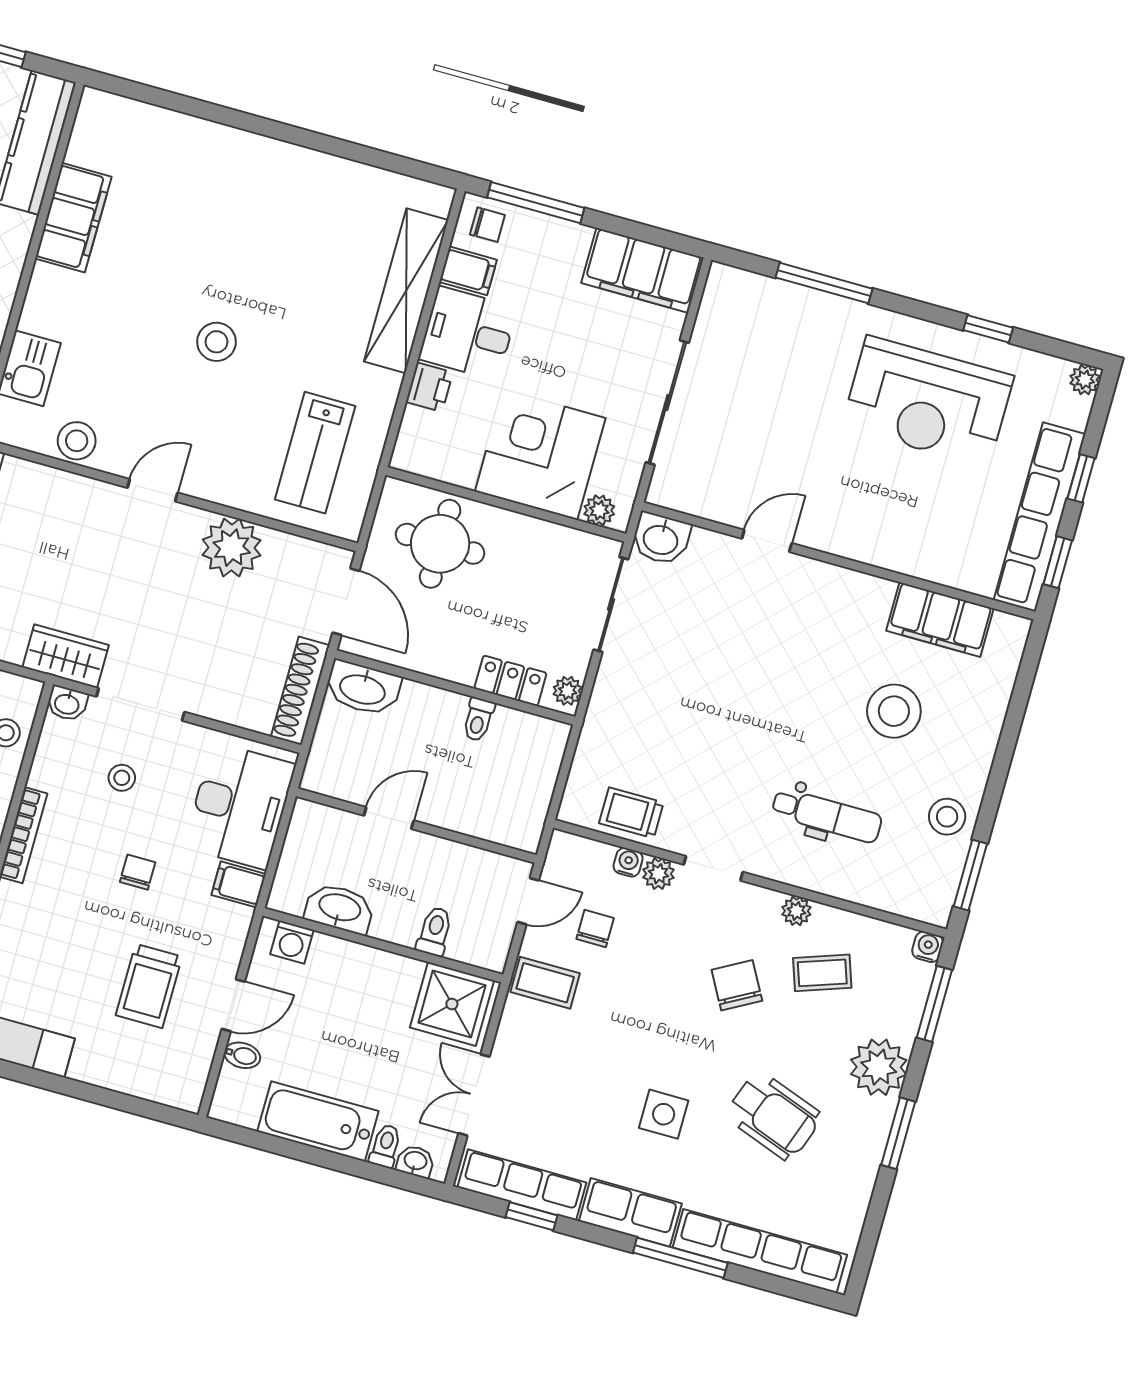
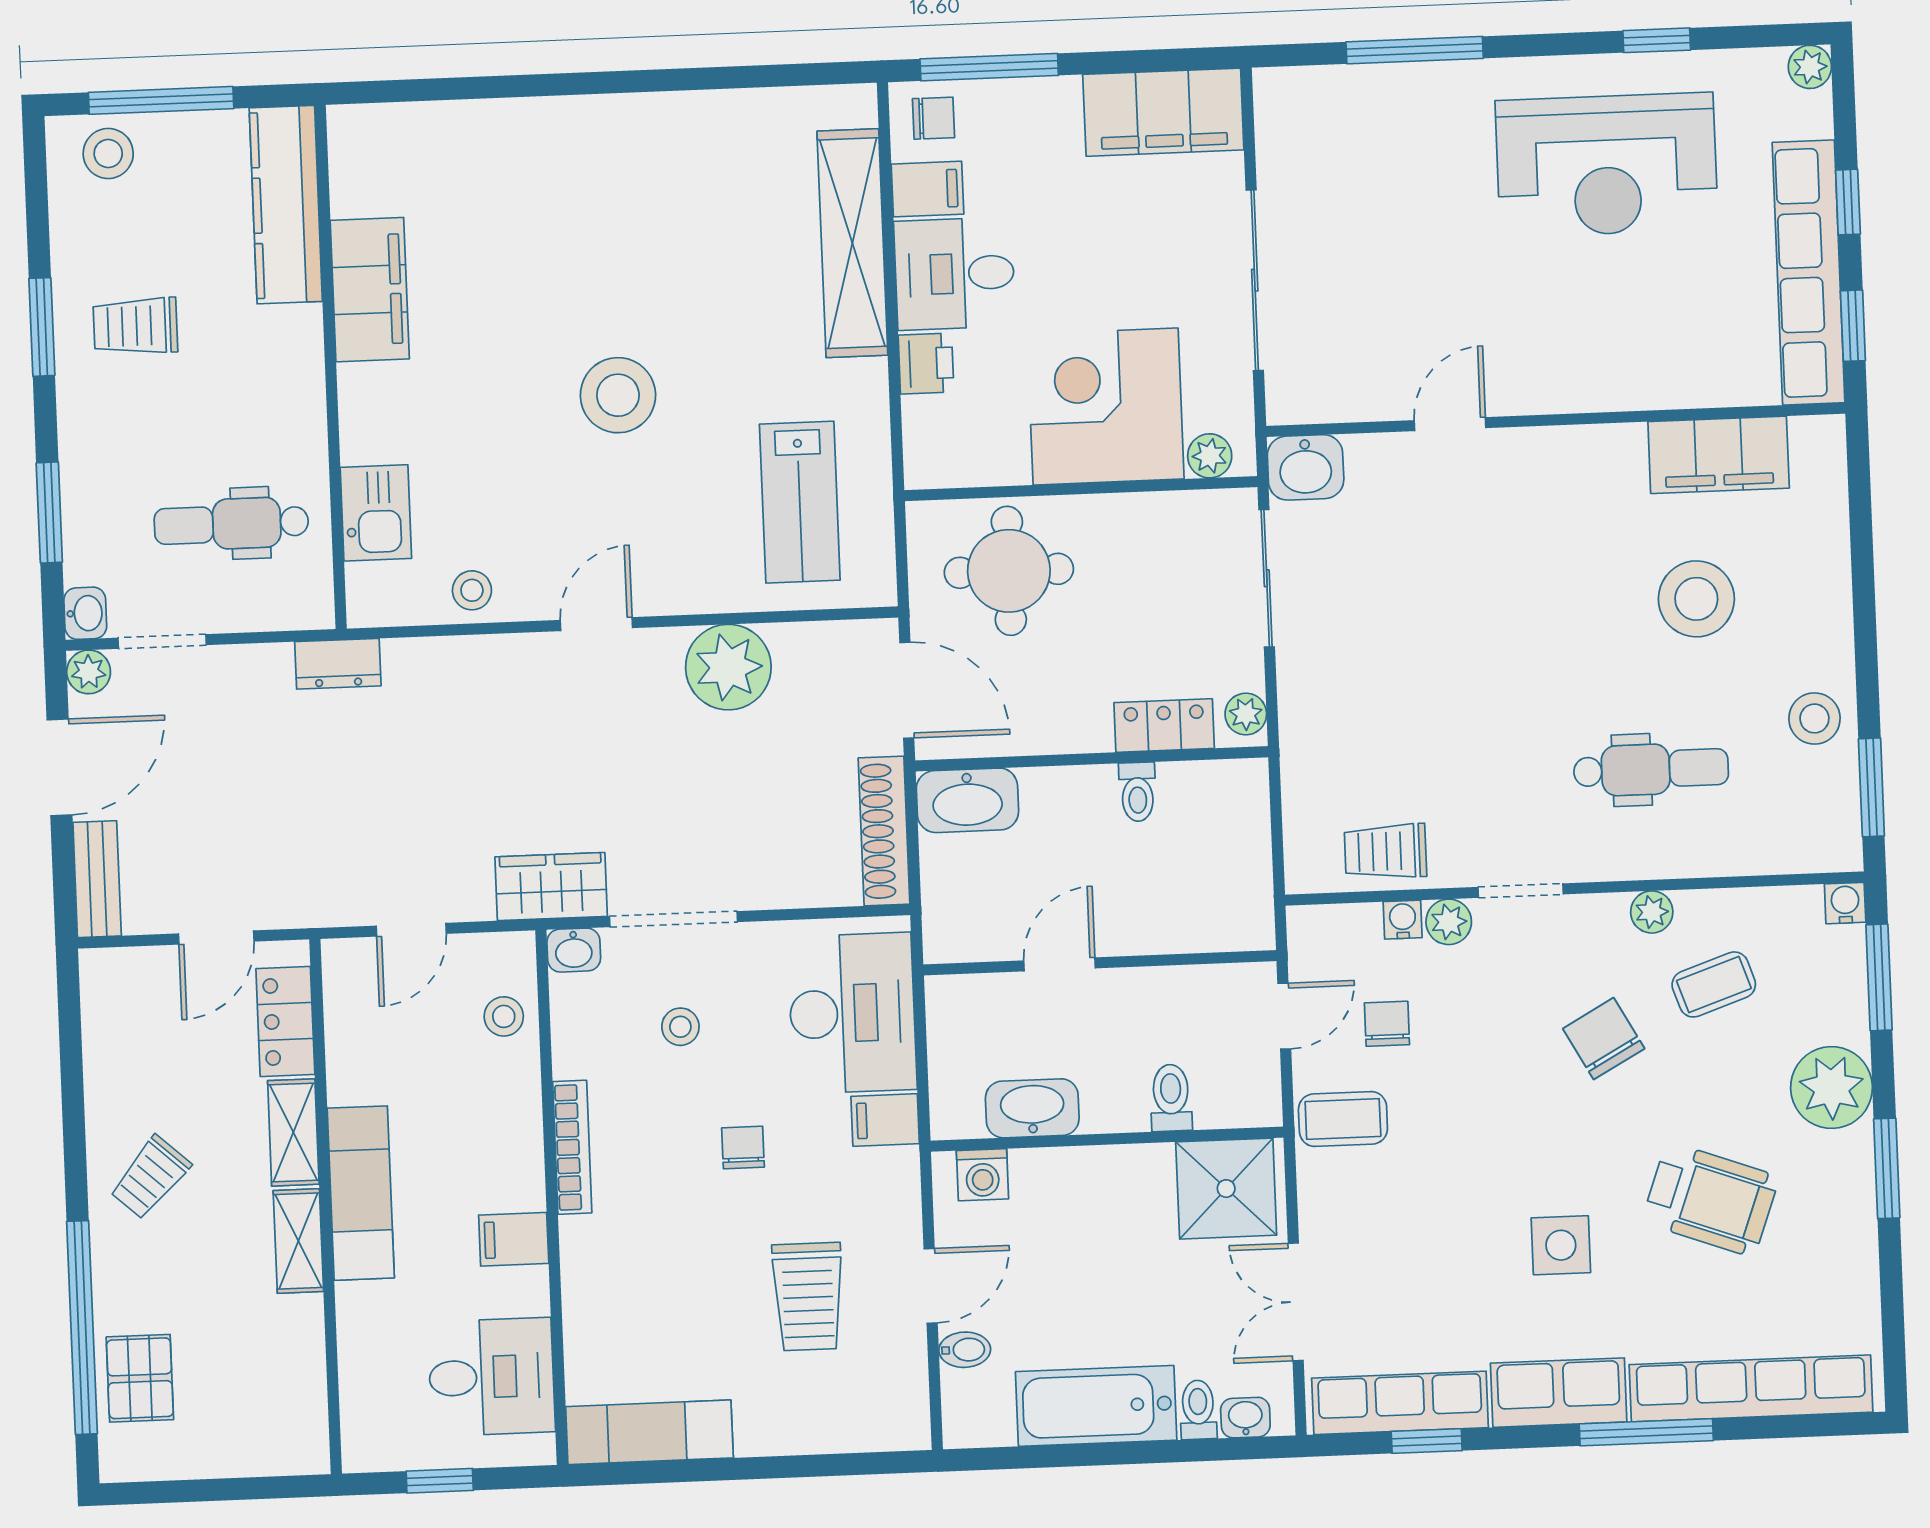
stool: (216, 342) -> (618, 395), width x1.38, depth x1.38
stool: (77, 441) -> (472, 590), width x0.73, depth x0.73

